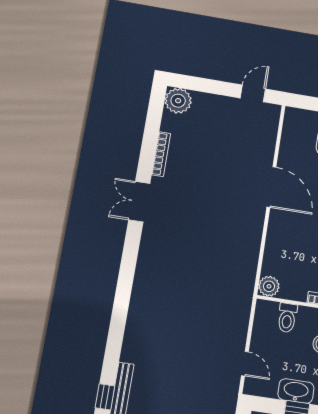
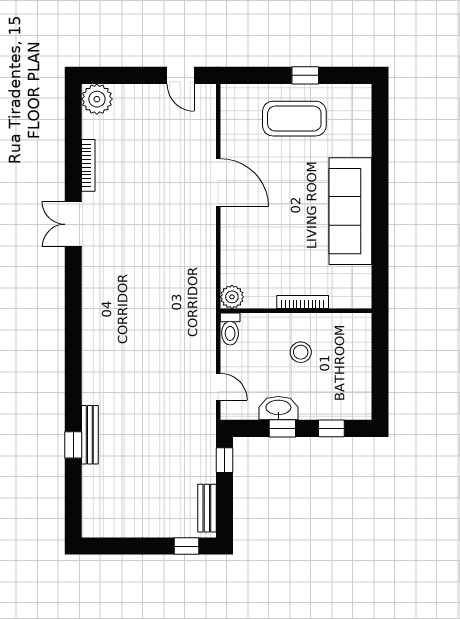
door: (253, 93) -> (181, 75), swing flipped
toilet: (287, 318) -> (230, 329), moved

